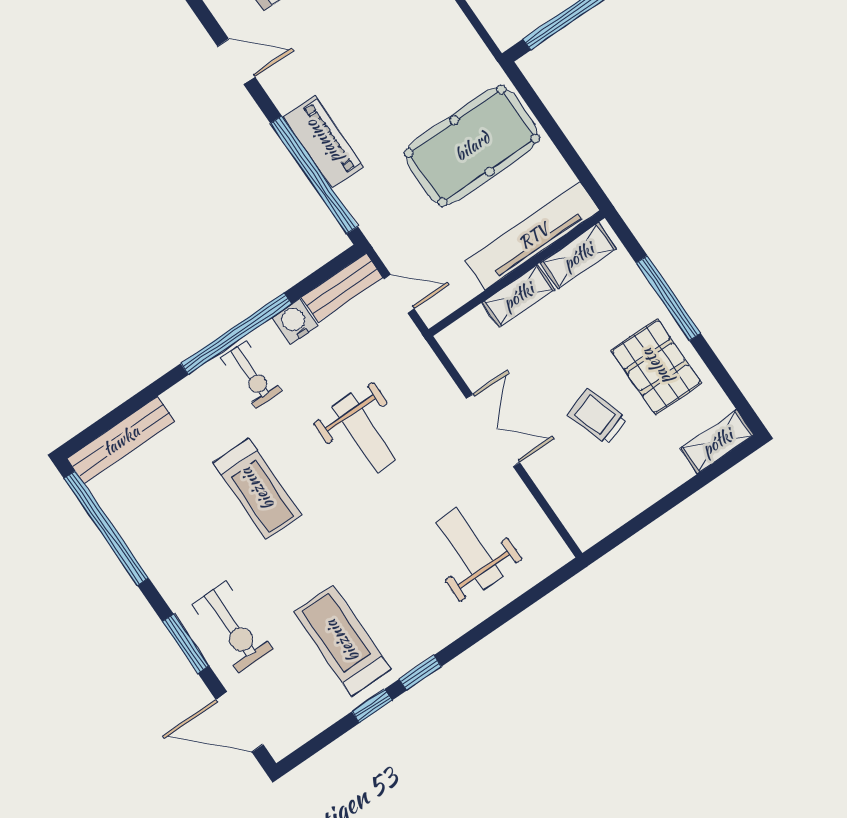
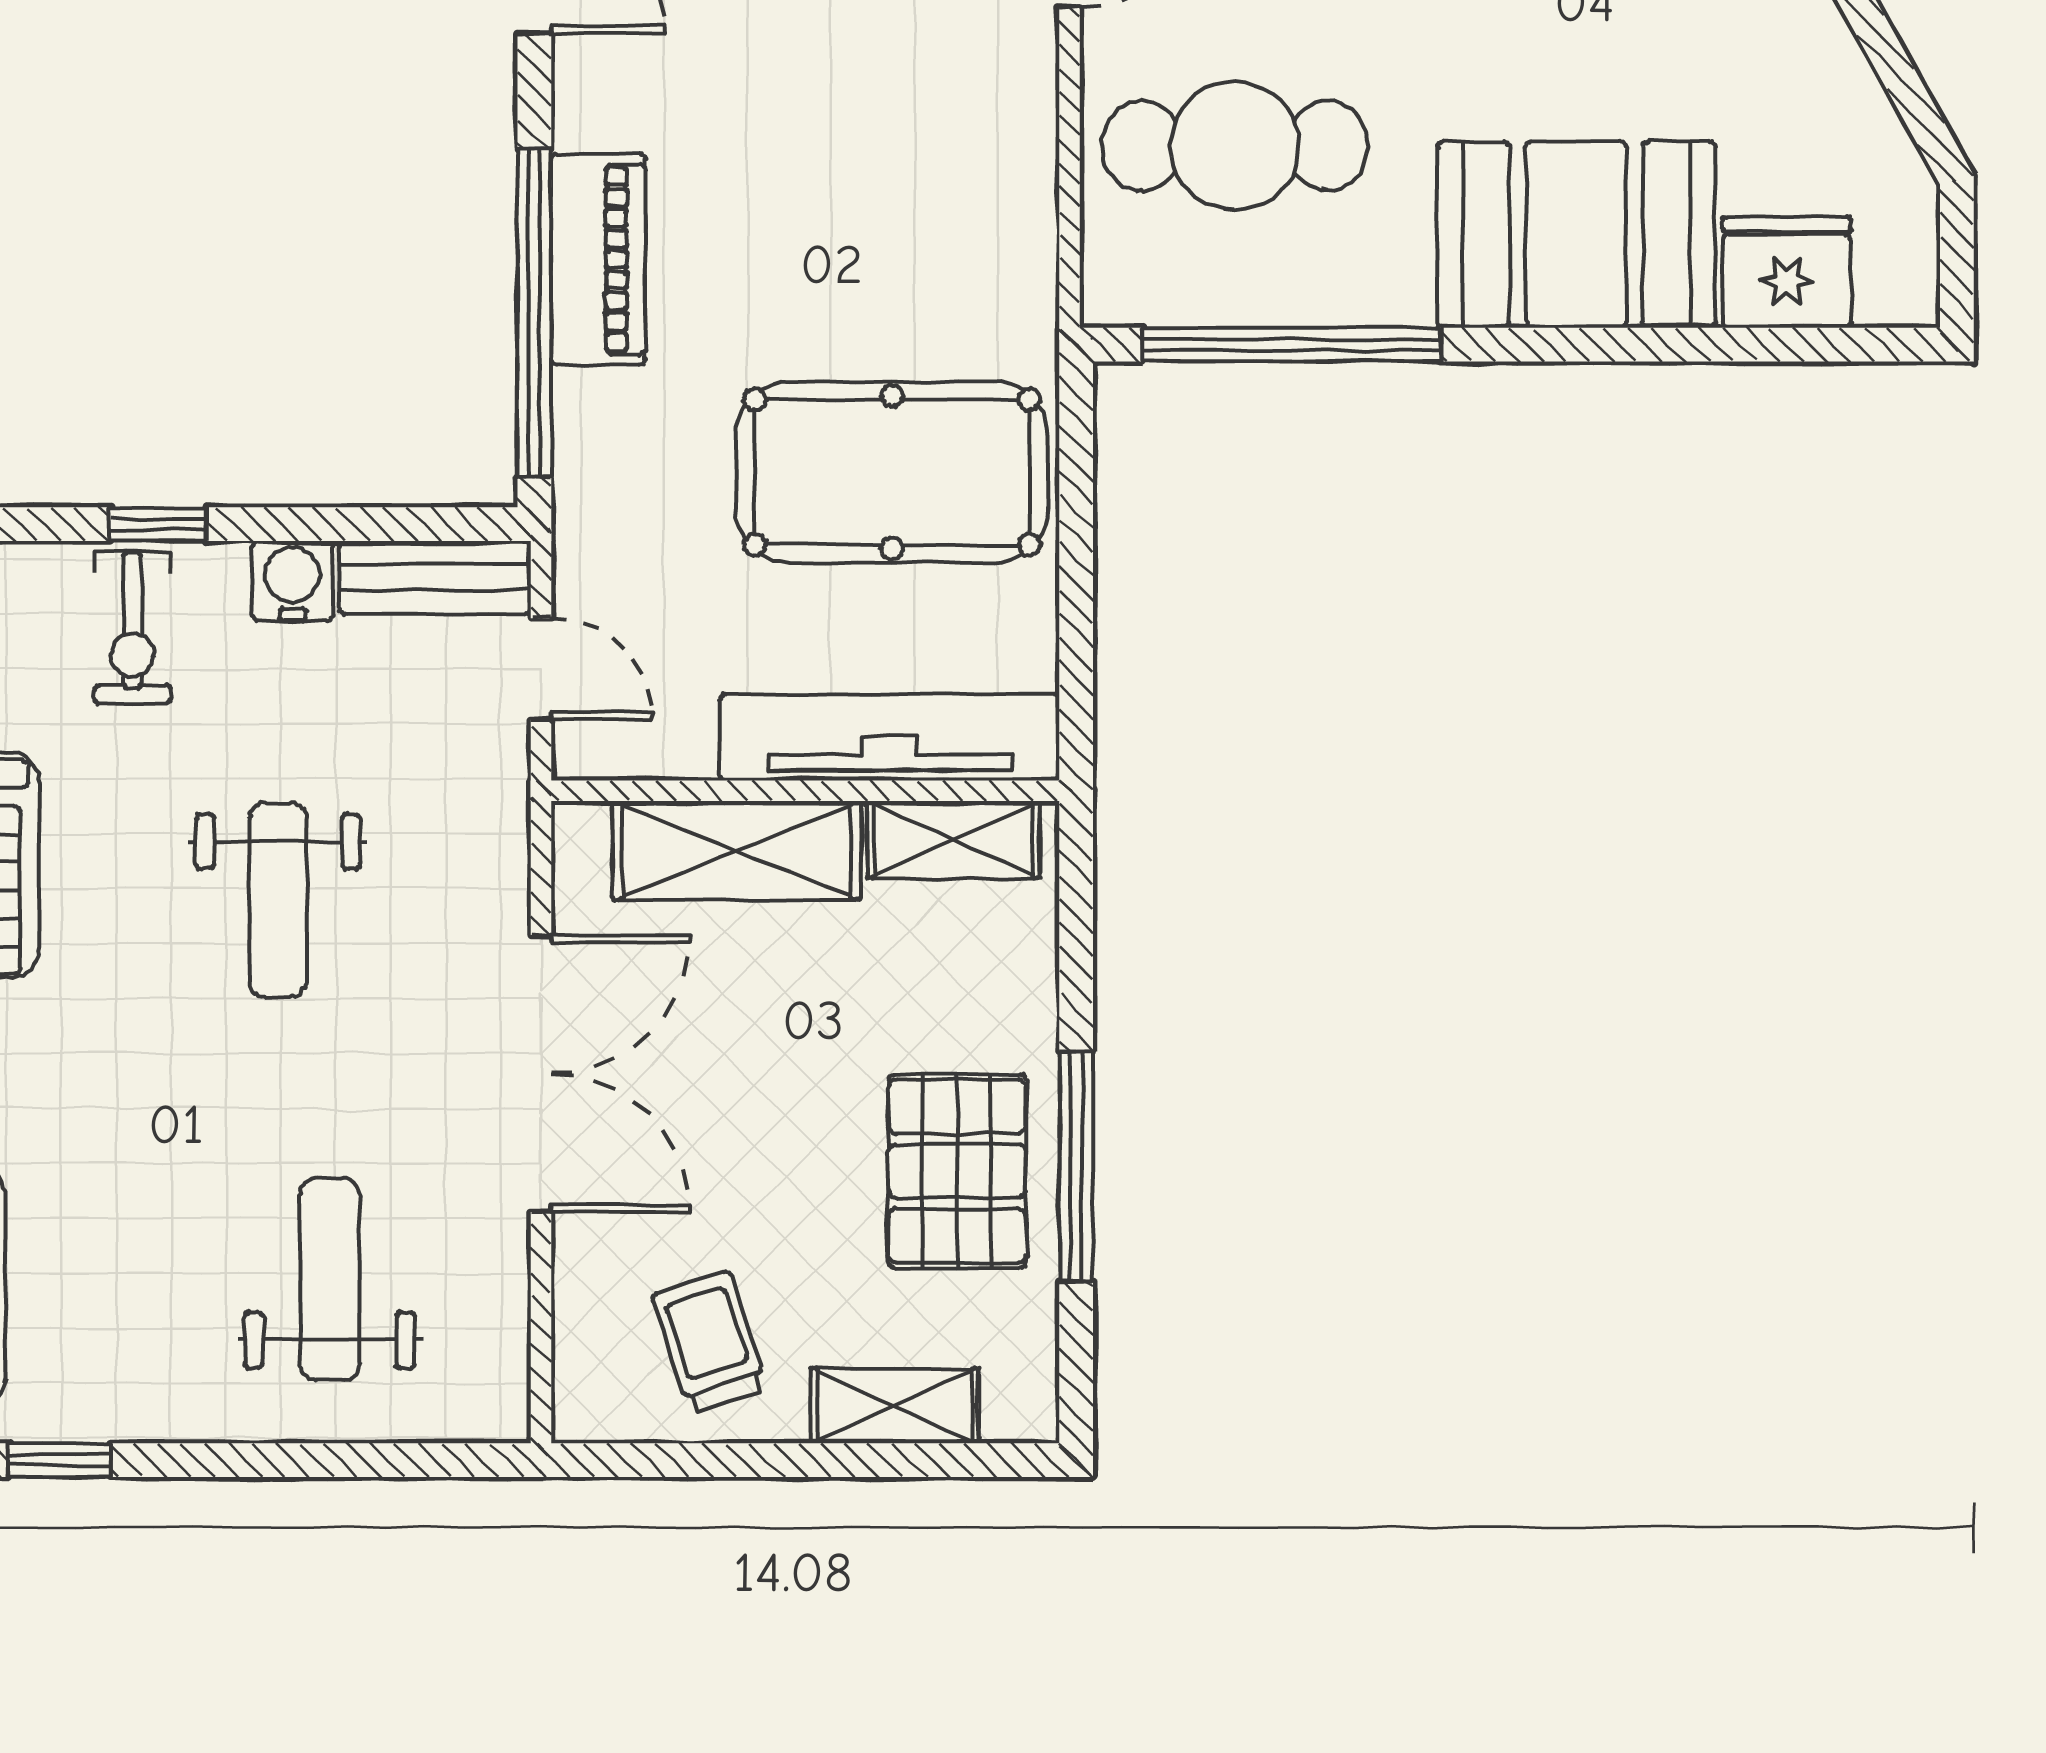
shelving: (518, 296) -> (737, 850), width x1.50, depth x1.33
window: (668, 298) -> (1076, 1166), moved
window: (236, 334) -> (158, 524), width x0.32
trolley: (598, 417) -> (710, 1342), moved
double door: (493, 430) -> (541, 1074), width x1.37
shelving: (717, 442) -> (895, 1406), moved

